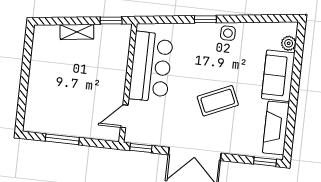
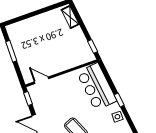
shelving: (77, 32) -> (70, 17), moved
bar counter: (151, 67) -> (97, 87), moved, turned 83

